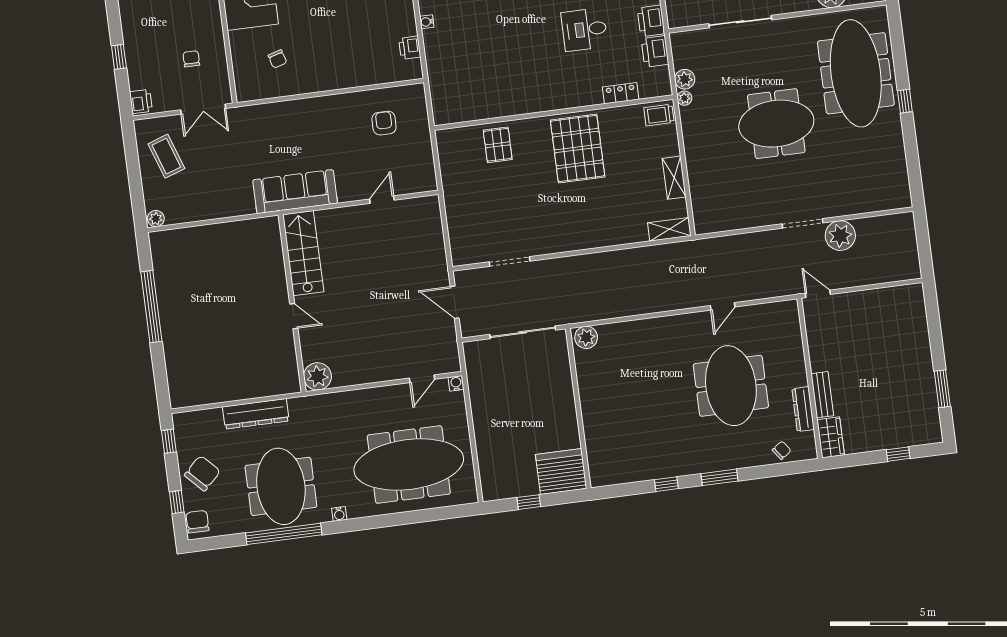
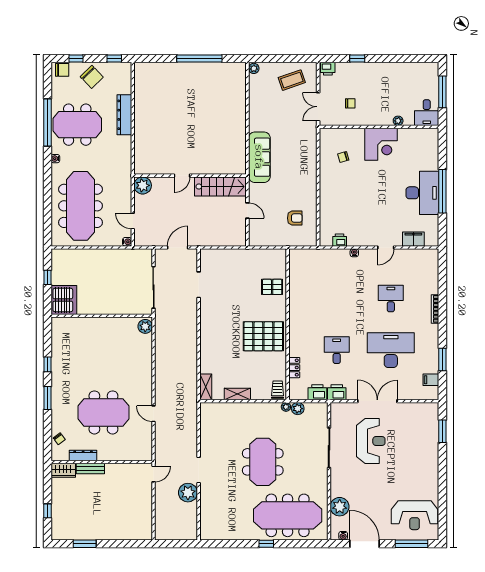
stairs: (303, 253) -> (220, 187), moved
wall: (292, 303) -> (190, 176), moved
door: (294, 316) -> (182, 176), moved
plant: (317, 376) -> (143, 185), moved

